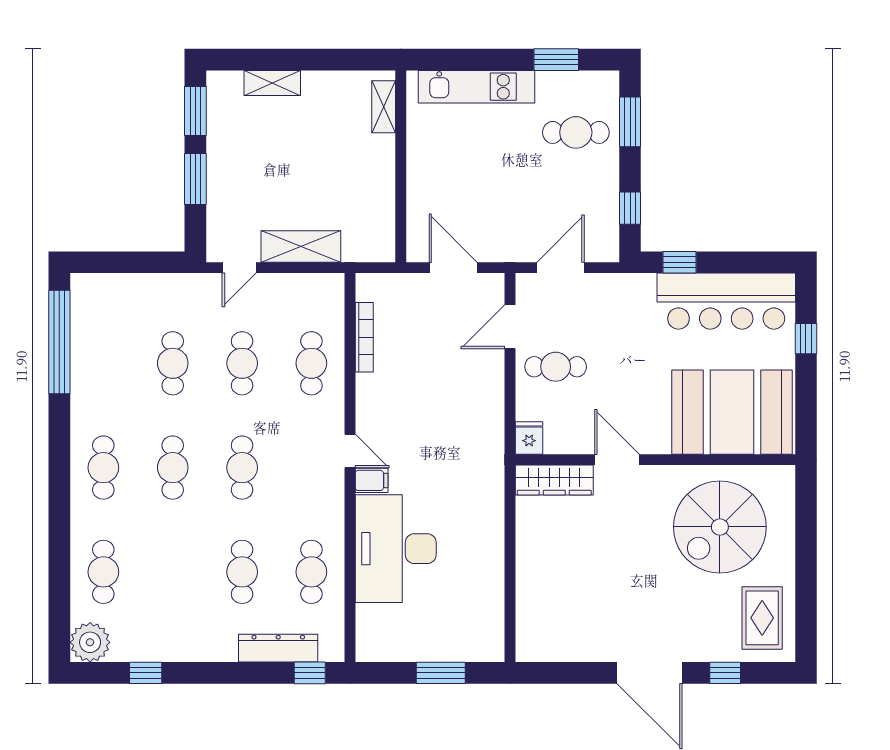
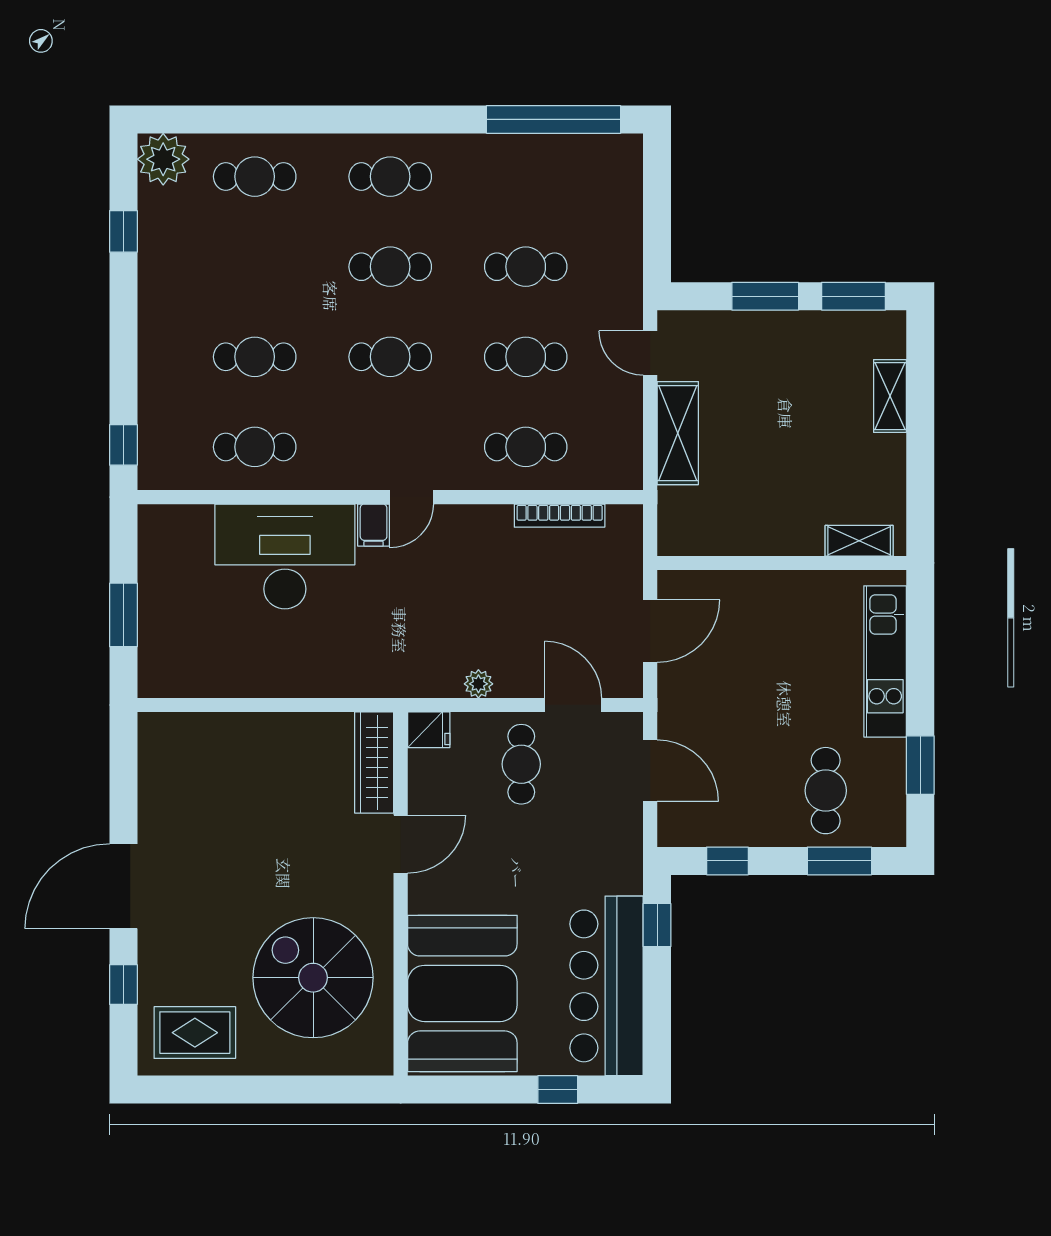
plant: (494, 400) -> (478, 684), added
dresser: (278, 648) -> (156, 404), removed

